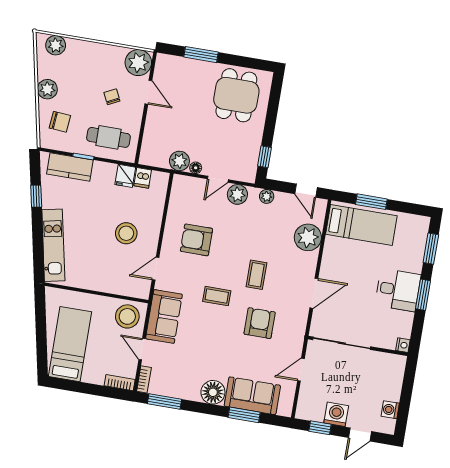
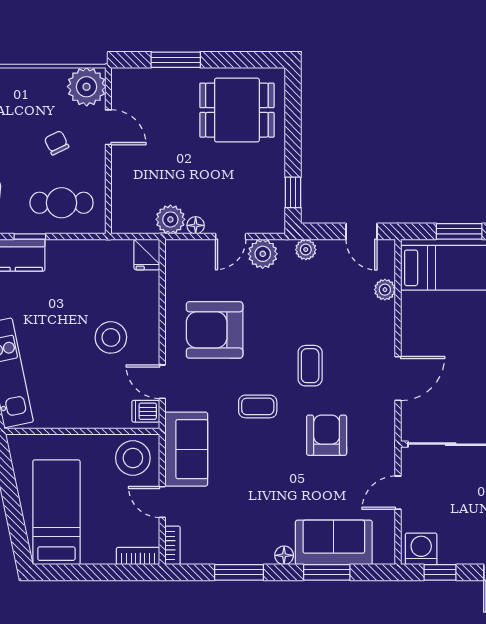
dining table: (236, 95) -> (237, 110), turned 90
fridge: (125, 176) -> (147, 254), moved
dishwasher: (143, 178) -> (146, 411), moved, turned 90
plant: (308, 237) -> (385, 290), width x0.53, depth x0.53
armchair: (196, 240) -> (215, 330), width x1.36, depth x1.36
door: (156, 269) -> (162, 382), hinge flipped
floor lamp: (213, 392) -> (284, 555), width x0.53, depth x0.53
window: (164, 401) -> (239, 572), moved
washing machine: (336, 414) -> (421, 549), moved

